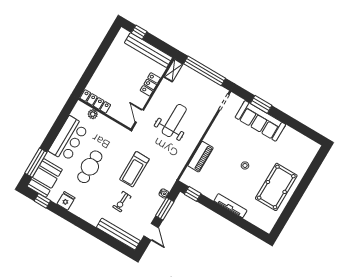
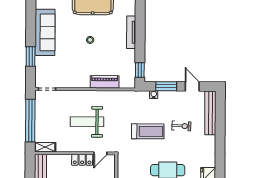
locker: (150, 84) -> (82, 160), moved
sofa: (260, 121) -> (45, 32), moved
door: (151, 232) -> (192, 86), hinge flipped

